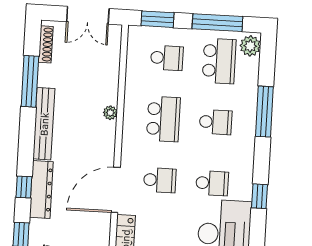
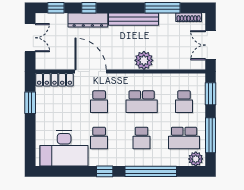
window: (264, 112) -> (151, 171), width x1.46
plant: (110, 113) -> (144, 60), width x1.88, depth x1.88
window: (259, 196) -> (105, 171), moved

